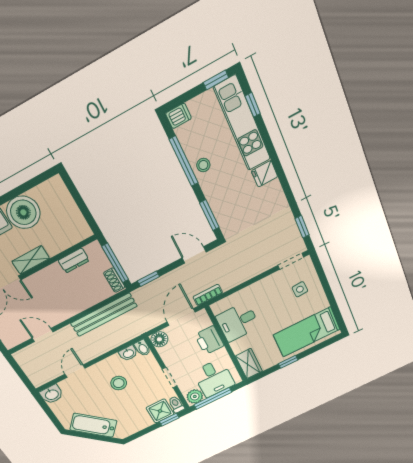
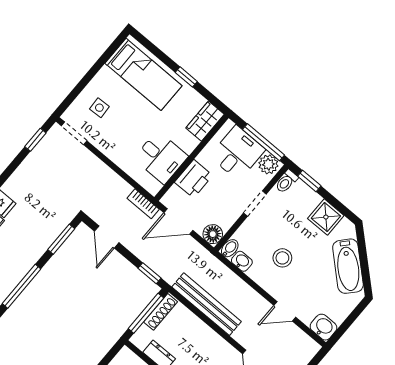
stool: (203, 165) -> (17, 266), removed
shoe rack: (114, 280) -> (161, 312), width x1.43
shower: (160, 411) -> (326, 217), moved

